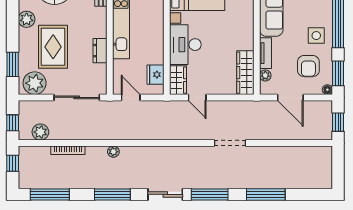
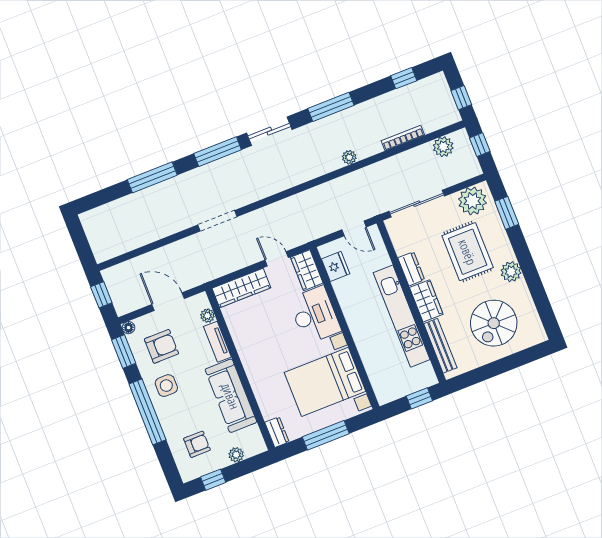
wardrobe: (98, 22) -> (426, 301), added
armchair: (308, 66) -> (161, 346), turned 90
wardrobe: (245, 73) -> (241, 288), moved, turned 90
window: (50, 194) -> (404, 78), width x0.46

